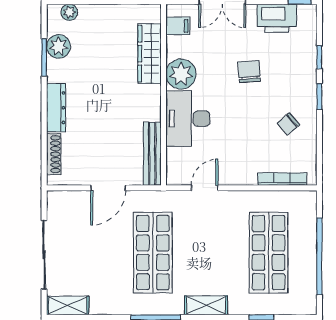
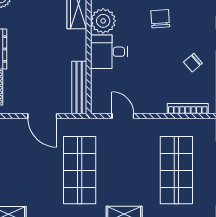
desk: (188, 119) -> (109, 52), width x0.73
door: (108, 188) -> (42, 116), hinge flipped
door: (205, 188) -> (123, 116), hinge flipped

